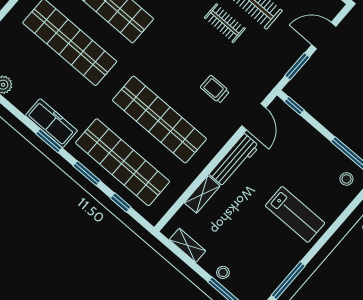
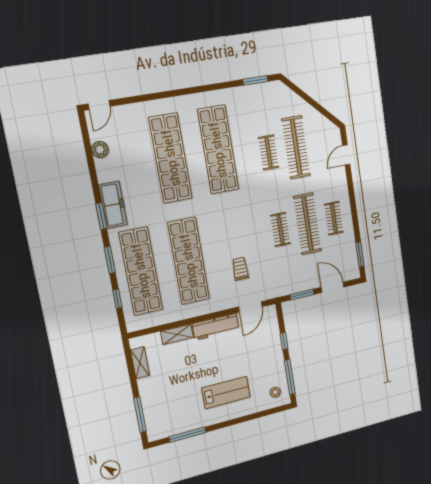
window: (294, 106) -> (284, 341), moved
lab bench: (295, 214) -> (226, 392), turned -90
stool: (223, 272) -> (149, 399), removed

